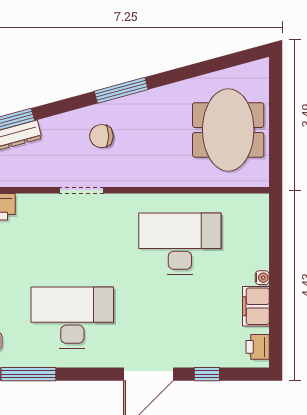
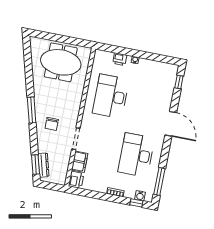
filing cabinet: (256, 306) -> (80, 162), moved, turned -90
printer: (258, 347) -> (120, 59), moved
window: (207, 374) -> (179, 82), moved

